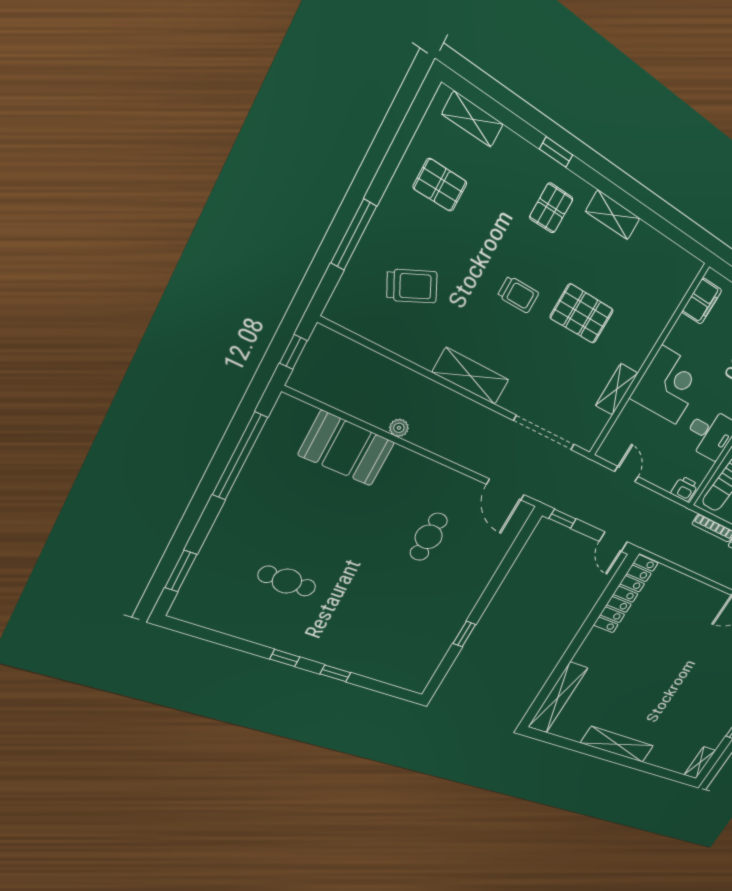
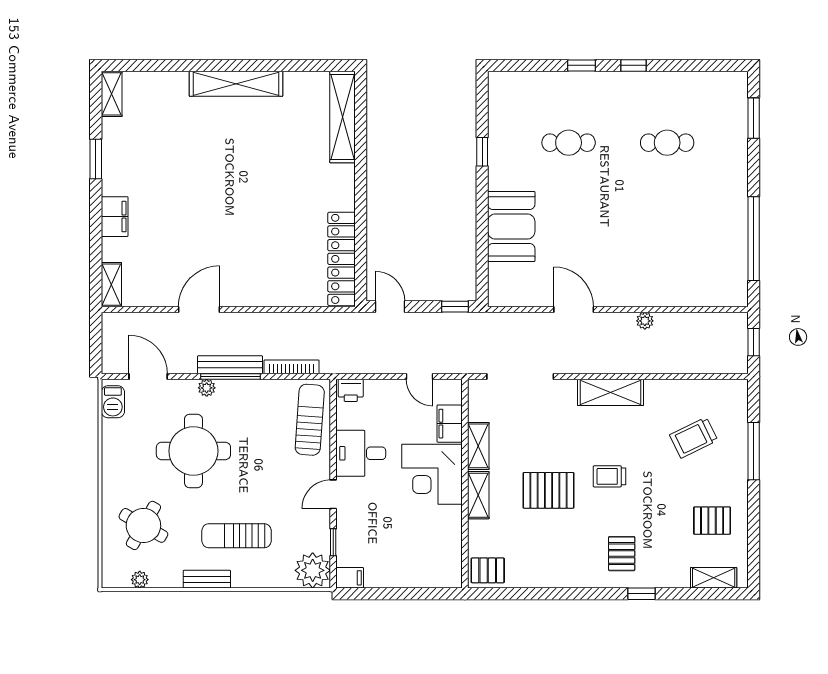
shelving: (613, 215) -> (478, 495), moved, turned 90
pallet: (679, 269) -> (488, 570), added
filing cabinet: (702, 301) -> (450, 424), moved
booth: (347, 449) -> (511, 226), moved, turned 90
door: (505, 489) -> (574, 310), moved
cafe table: (429, 537) -> (569, 143), moved, turned 90

